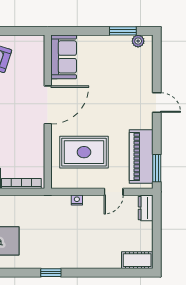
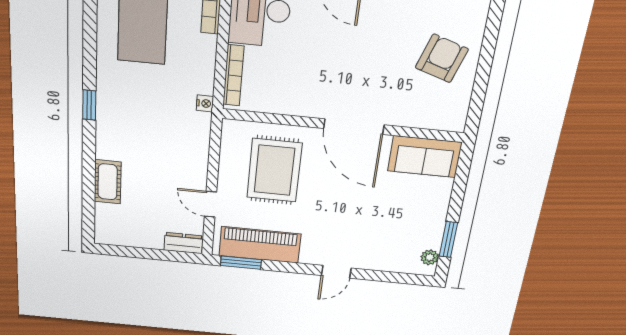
nightstand: (77, 200) -> (205, 103), moved
cot: (137, 260) -> (108, 182), moved

